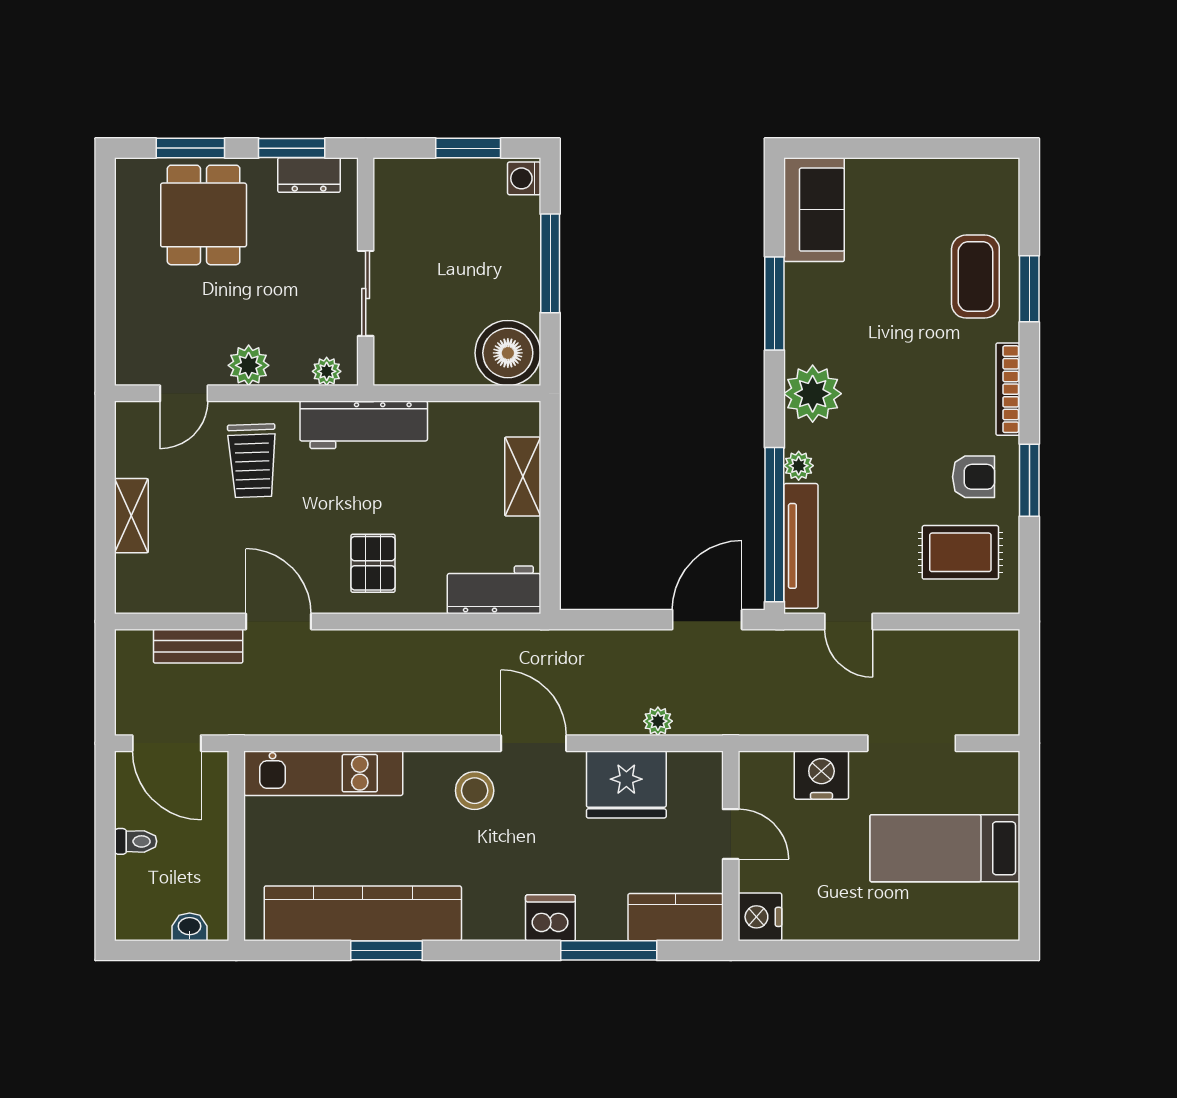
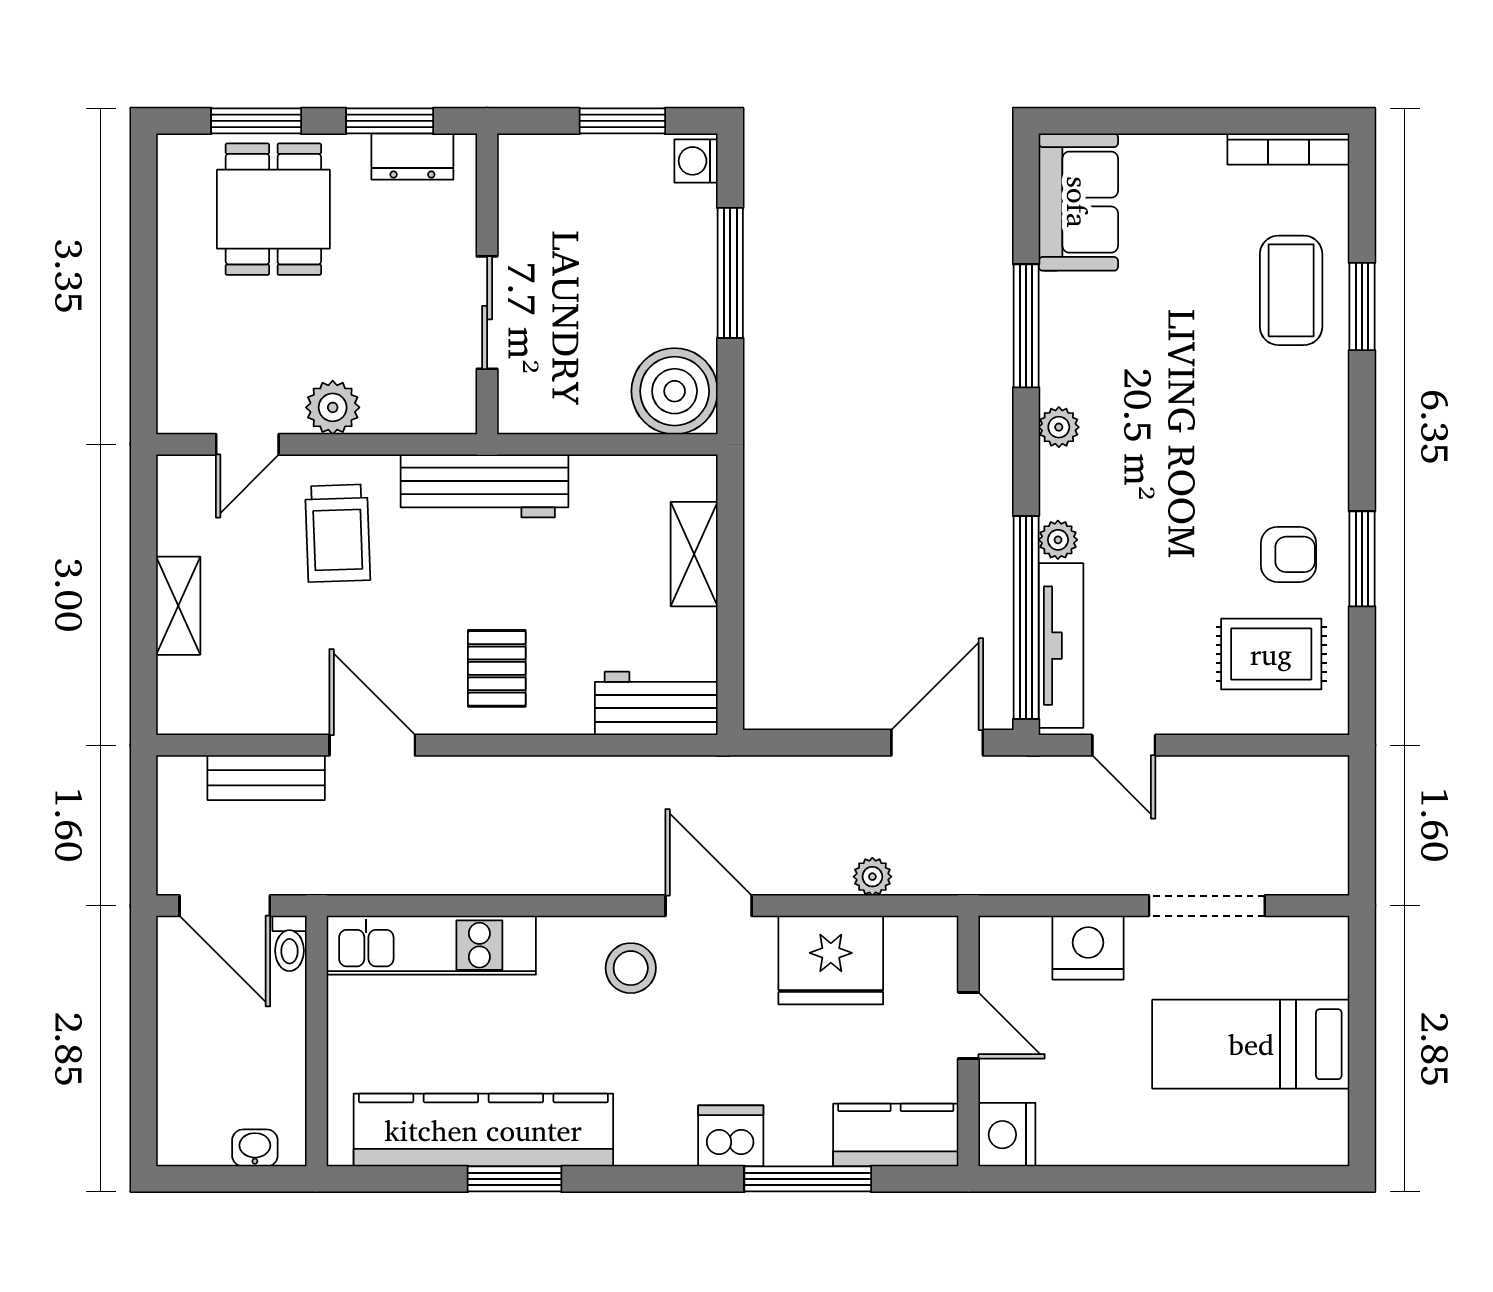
plant: (327, 371) -> (436, 415), removed
bookcase: (1008, 389) -> (1288, 149), moved, turned -90
plant: (813, 394) -> (1059, 427), width x0.53, depth x0.53
toilet: (136, 841) -> (289, 943), moved, turned 90

